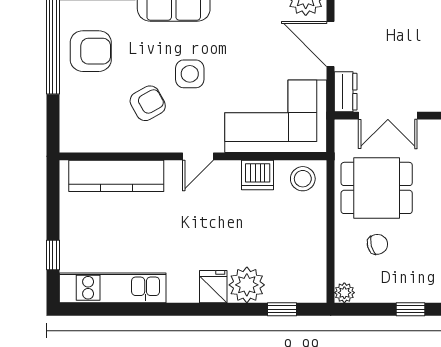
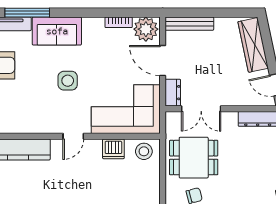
armchair: (148, 103) -> (39, 100), removed

